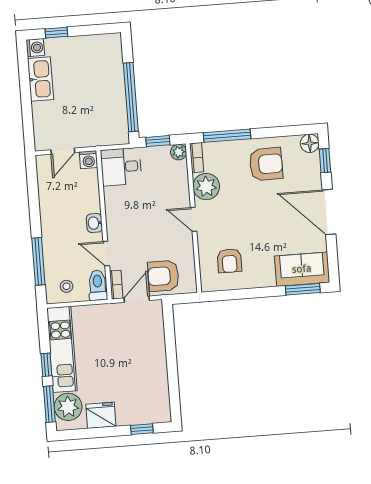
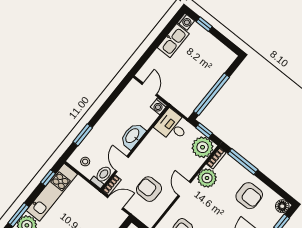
door: (63, 151) -> (149, 89), swing flipped
plant: (179, 152) -> (203, 147), width x1.88, depth x1.88
washbasin: (94, 223) -> (133, 136), width x1.91, depth x1.45
window: (38, 261) -> (83, 135), width x0.69
armchair: (163, 276) -> (149, 189), moved
window: (46, 365) -> (48, 178), moved

